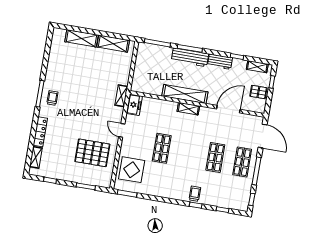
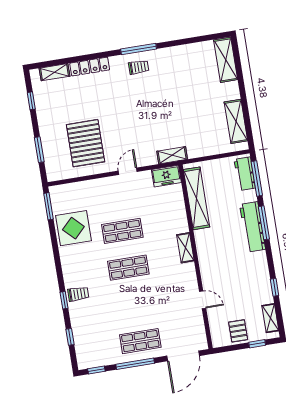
shelving: (81, 38) -> (226, 60), moved
workbench: (220, 62) -> (245, 174), moved
shelving: (185, 94) -> (197, 198), moved
door: (228, 109) -> (203, 300), width x0.53
shop shelf: (215, 157) -> (128, 268), moved
display table: (132, 170) -> (73, 228), moved

